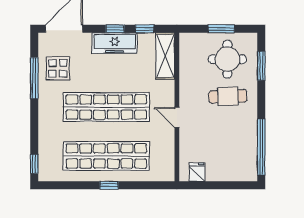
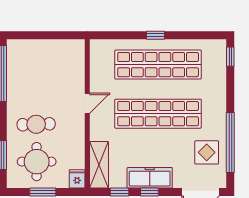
window: (34, 78) -> (230, 143), width x1.46
door: (177, 117) -> (87, 103), hinge flipped
fridge: (197, 172) -> (77, 179), moved, turned 180

